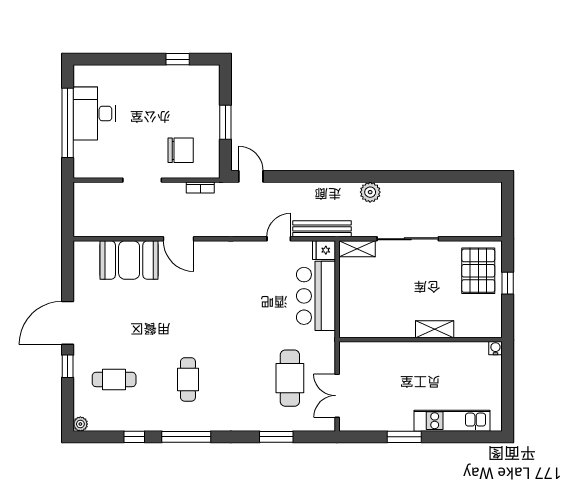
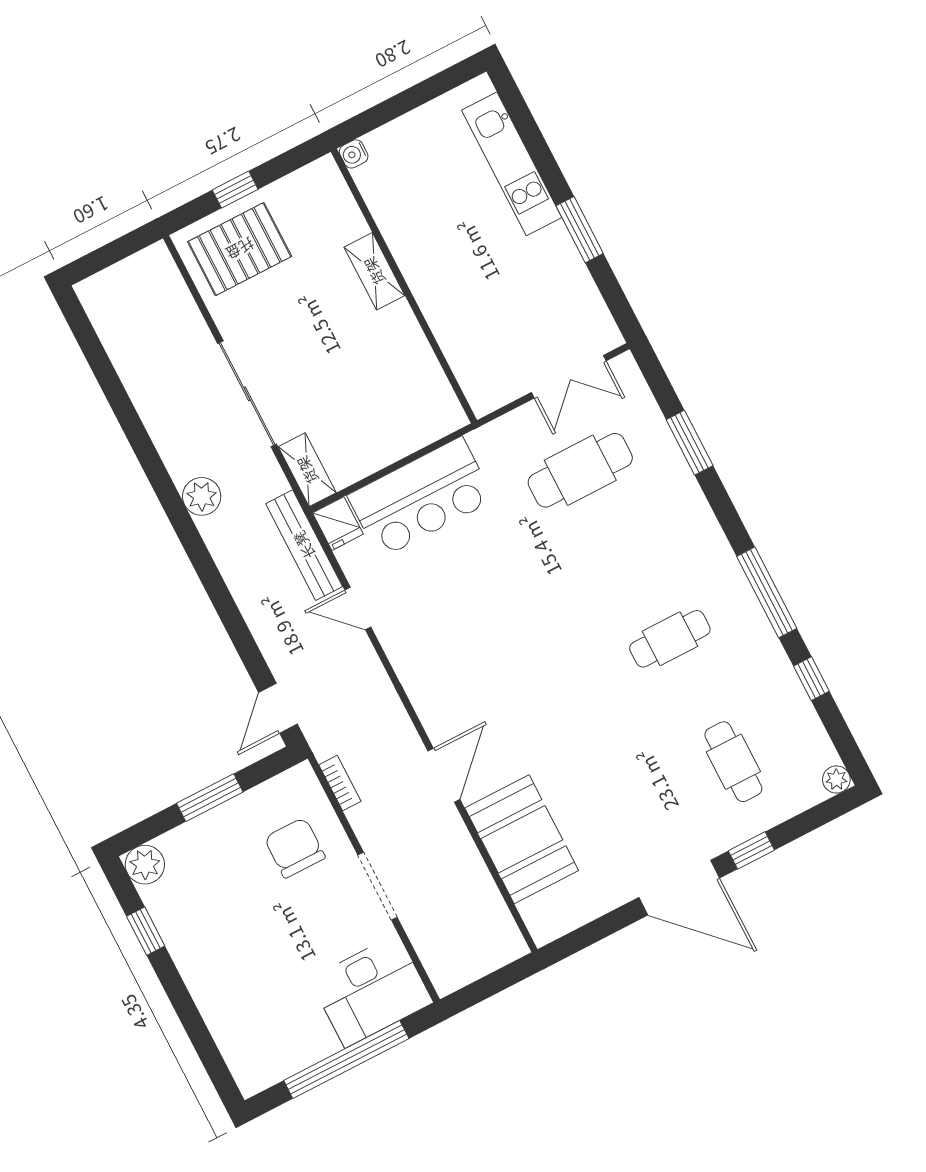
plant: (209, 75) -> (145, 865), added
desk: (94, 113) -> (371, 991), moved

